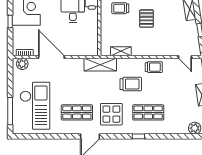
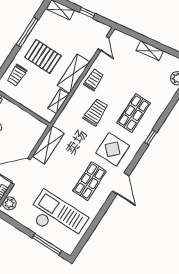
pallet: (147, 19) -> (43, 56), width x1.50, depth x1.42
shelving: (149, 49) -> (74, 74), added
door: (185, 57) -> (104, 44), hinge flipped
shelving: (100, 65) -> (48, 145), moved

